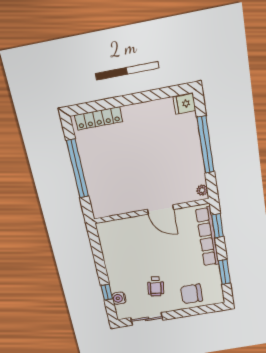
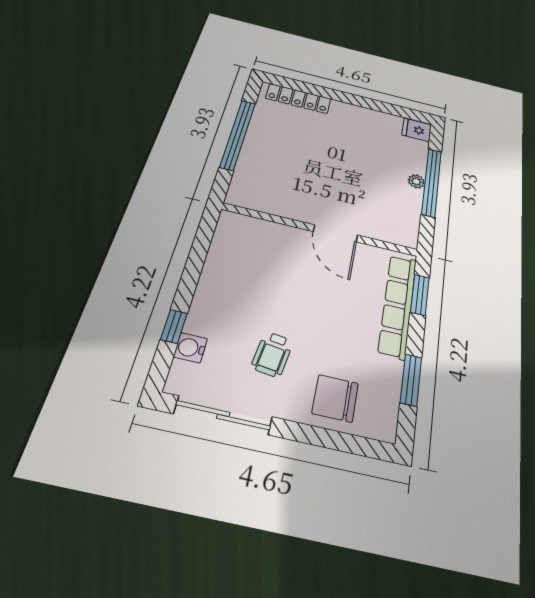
plant: (202, 190) -> (416, 181), moved
sliding door: (147, 319) -> (223, 415), width x1.37

